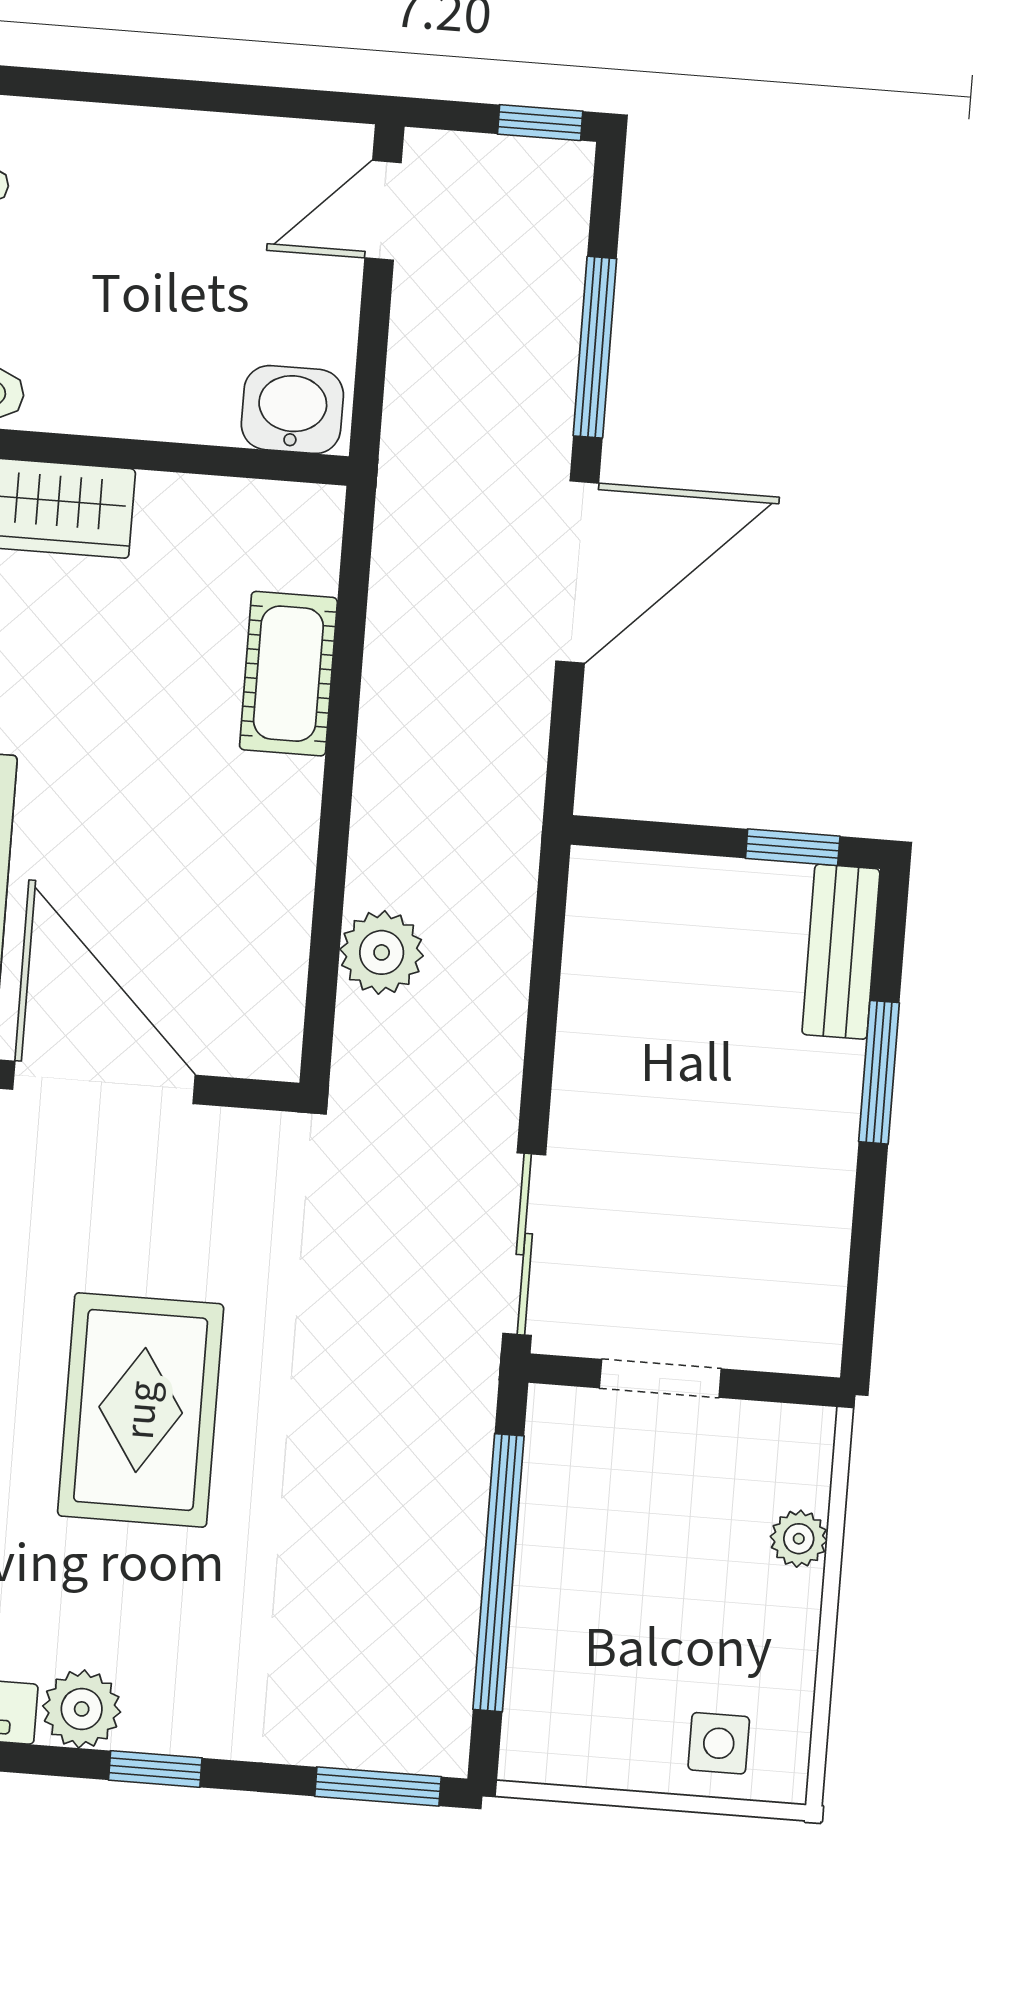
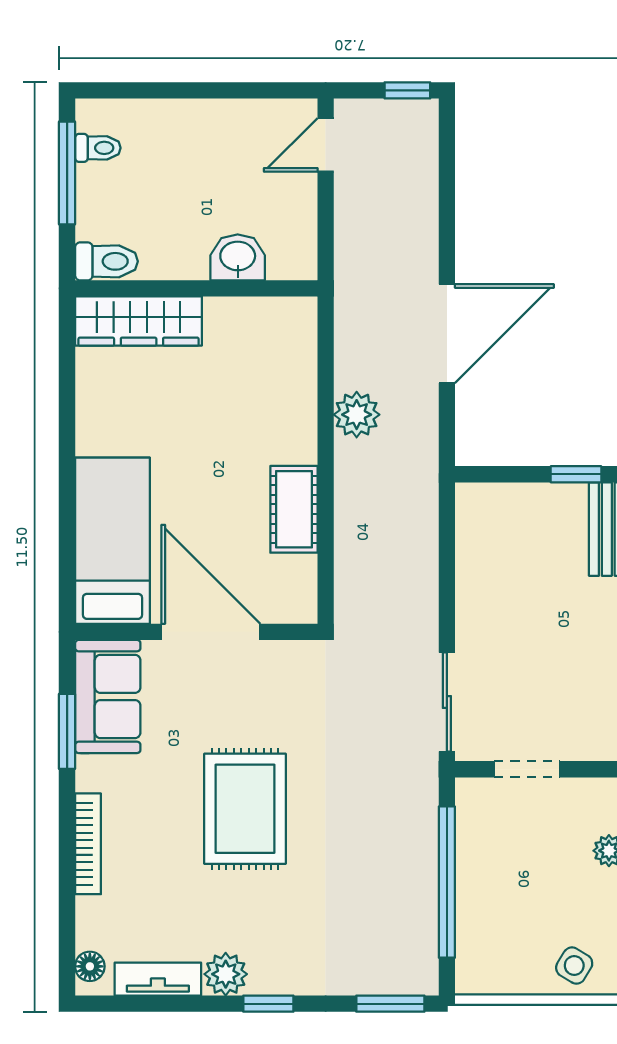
window: (595, 347) -> (447, 210), removed
washbasin: (292, 410) -> (238, 257), moved
cot: (288, 674) -> (294, 509), moved
plant: (382, 952) -> (357, 415), moved
side table: (719, 1743) -> (574, 966), turned 31

